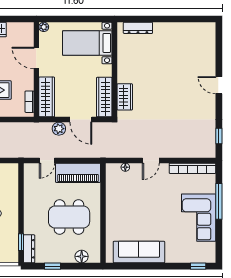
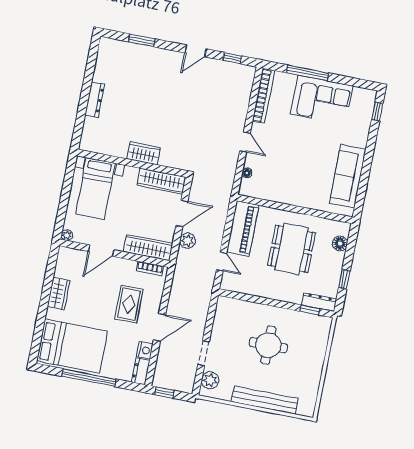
dresser: (138, 28) -> (95, 100), moved
window: (219, 58) -> (142, 40), added
door: (219, 85) -> (195, 51), moved
wardrobe: (125, 97) -> (144, 153), moved

